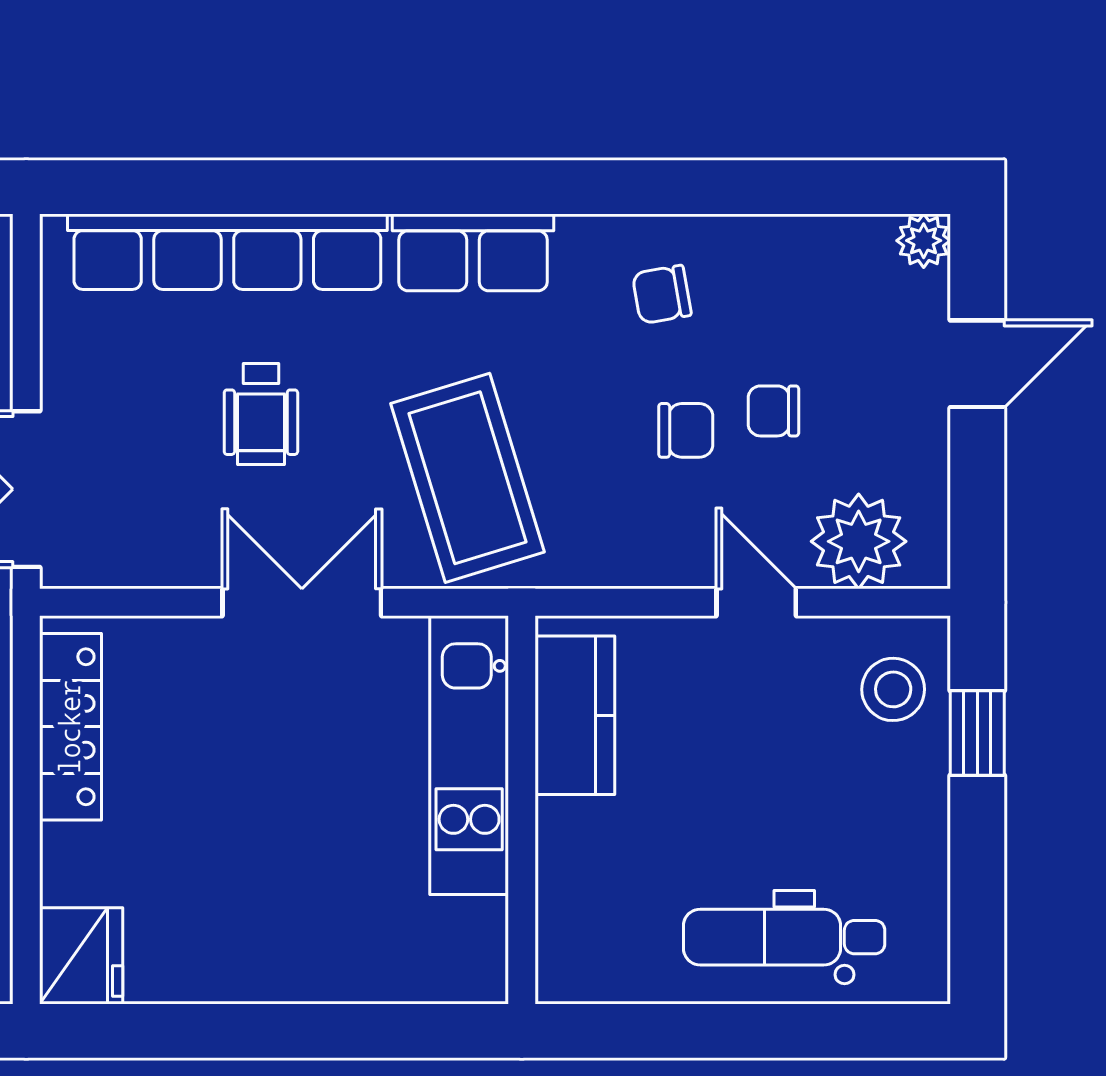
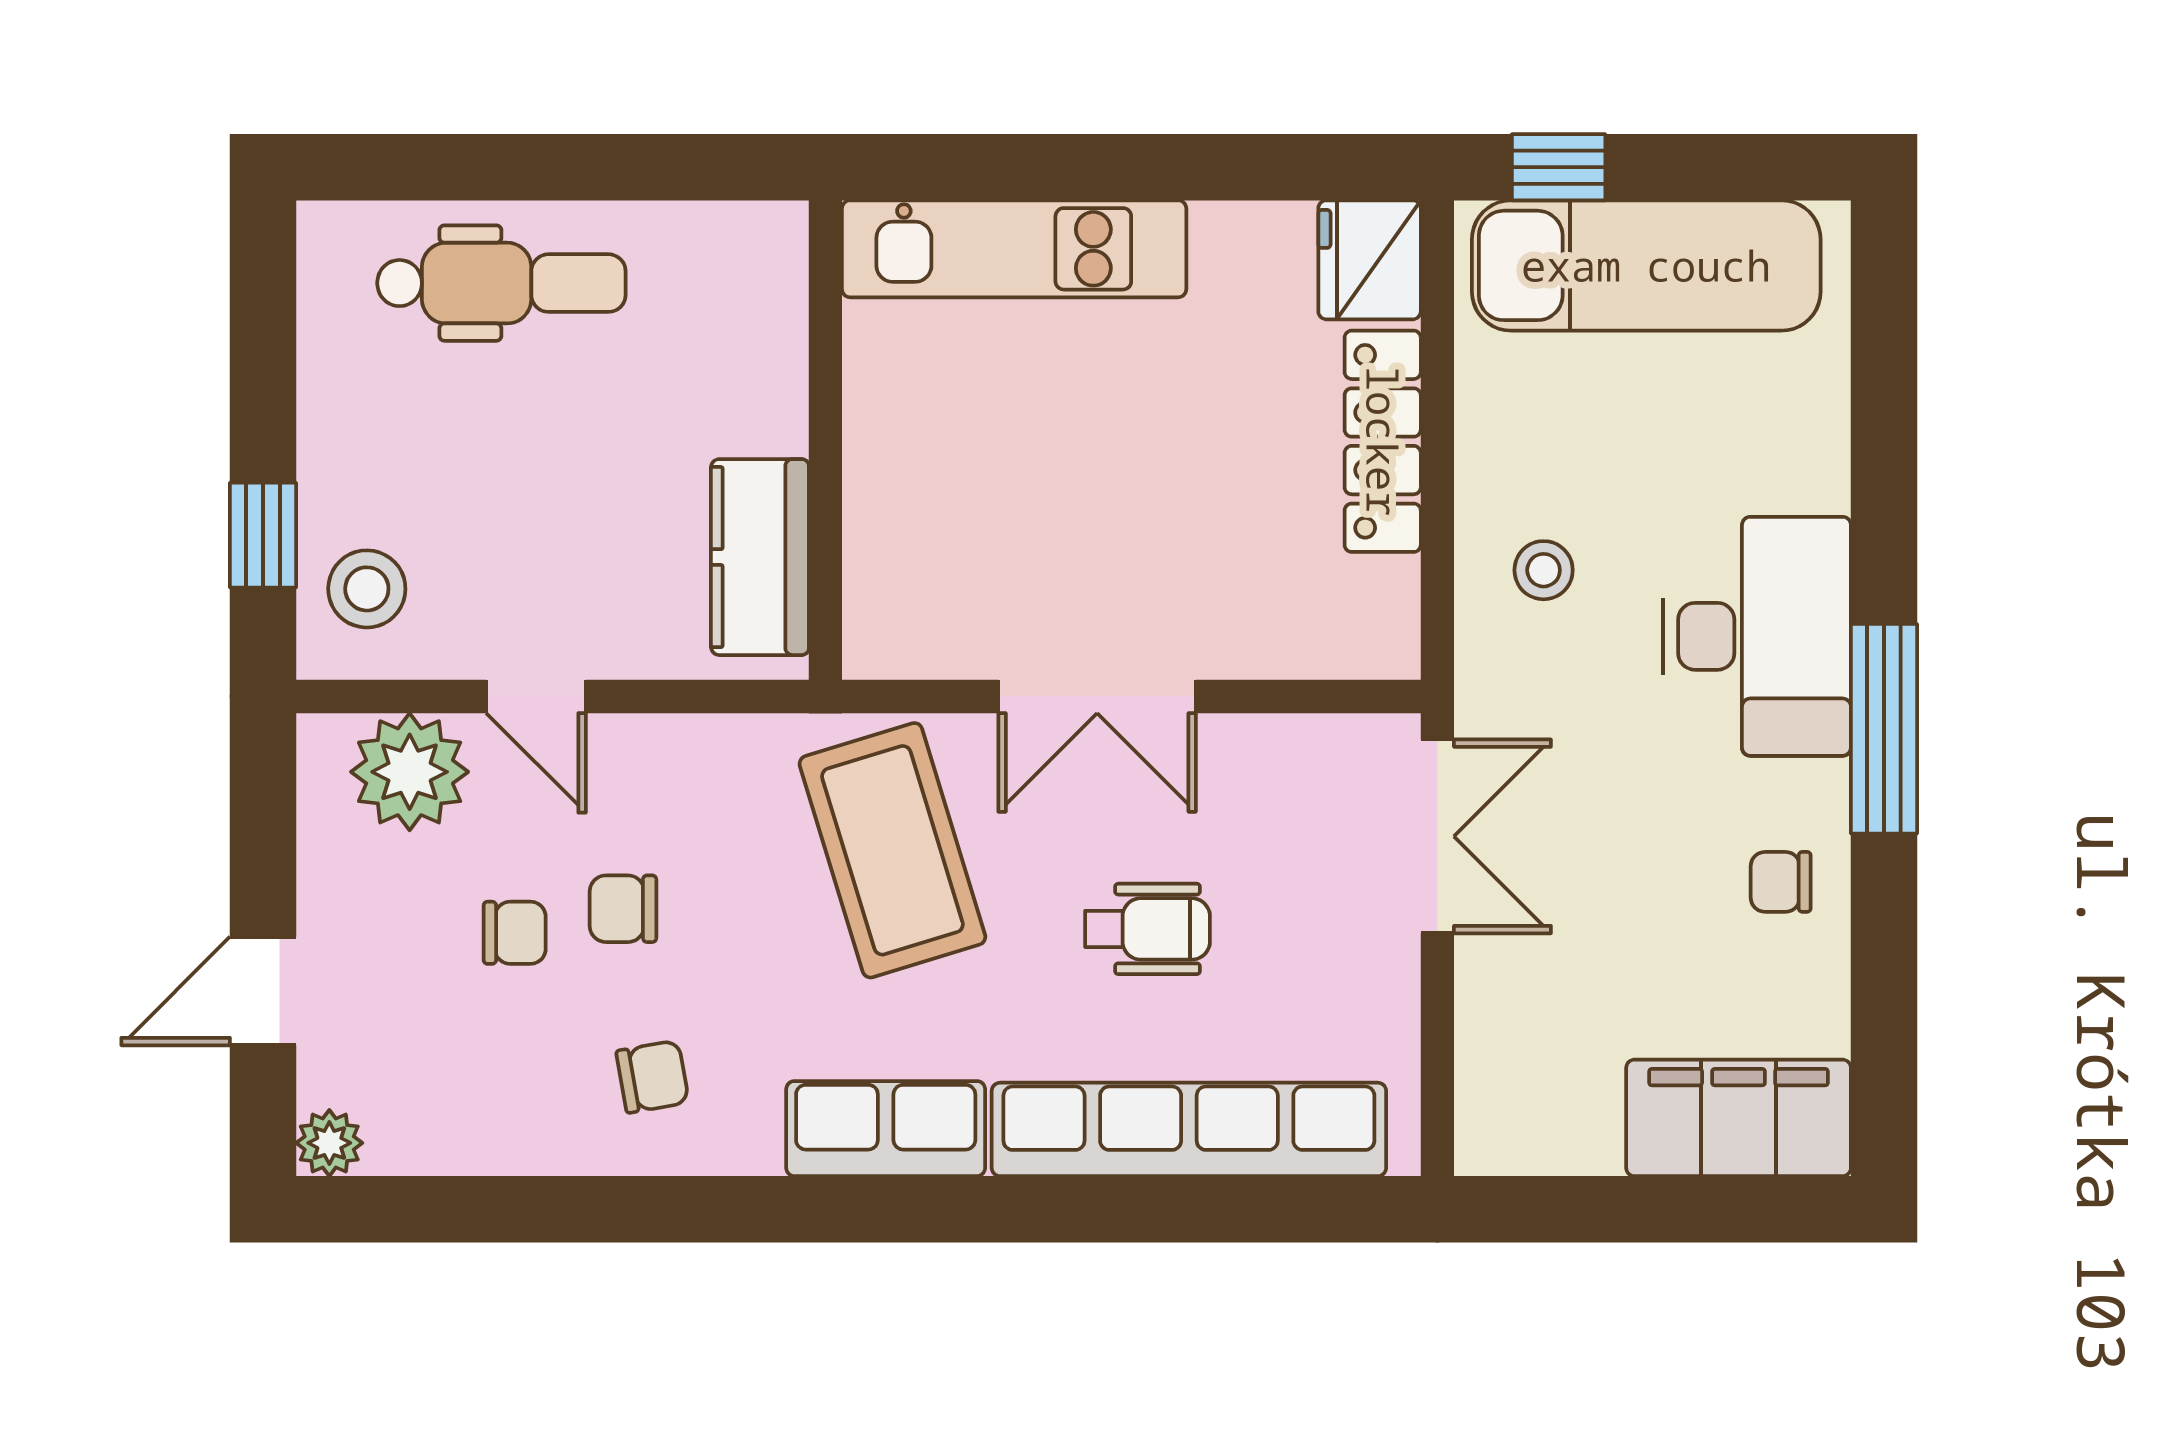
wheelchair: (261, 414) -> (1148, 929), turned 90
locker: (70, 727) -> (1383, 441), moved
kitchen unit: (469, 755) -> (1014, 249), moved, turned 90

